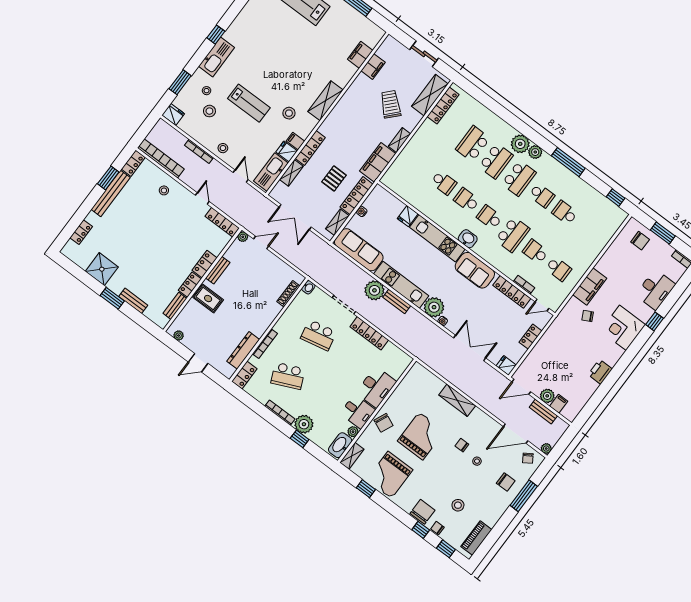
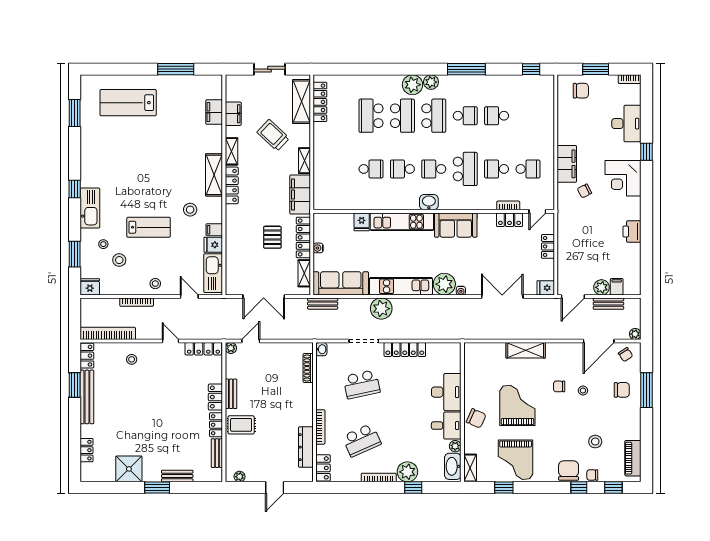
locker: (310, 148) -> (232, 185), moved
shelving: (291, 173) -> (231, 151), moved
locker: (512, 292) -> (510, 220), width x0.66
bench: (397, 301) -> (323, 304), moved

